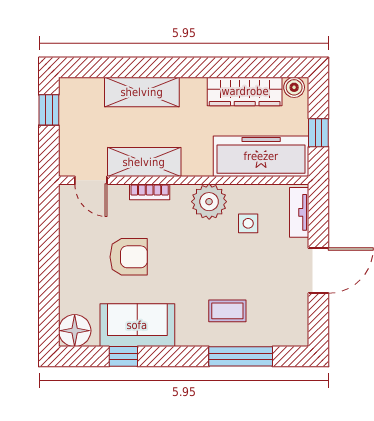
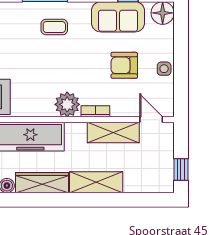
shelving: (142, 92) -> (96, 182), moved
bookcase: (150, 192) -> (95, 111), moved
side table: (248, 223) -> (164, 69), moved

